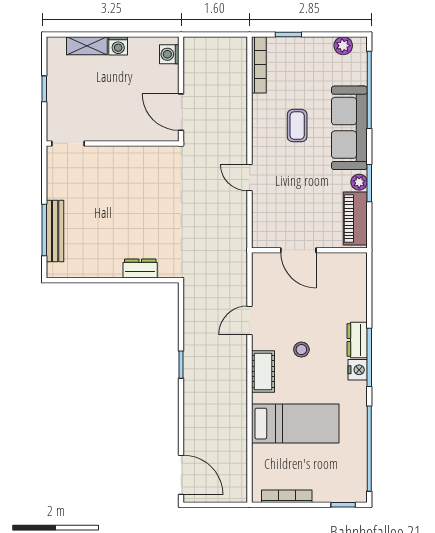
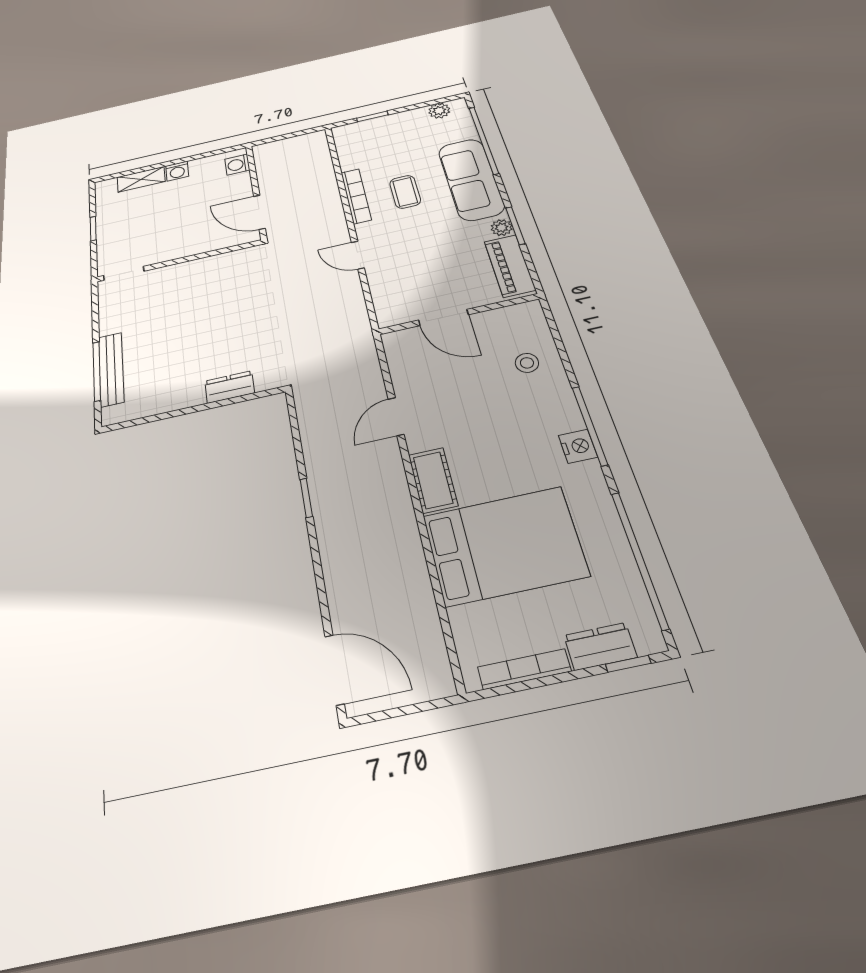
bookcase: (259, 65) -> (356, 196), moved
dresser: (357, 340) -> (600, 646), moved, turned 90
stool: (301, 350) -> (527, 363), moved
bed: (295, 424) -> (504, 546), width x1.50

